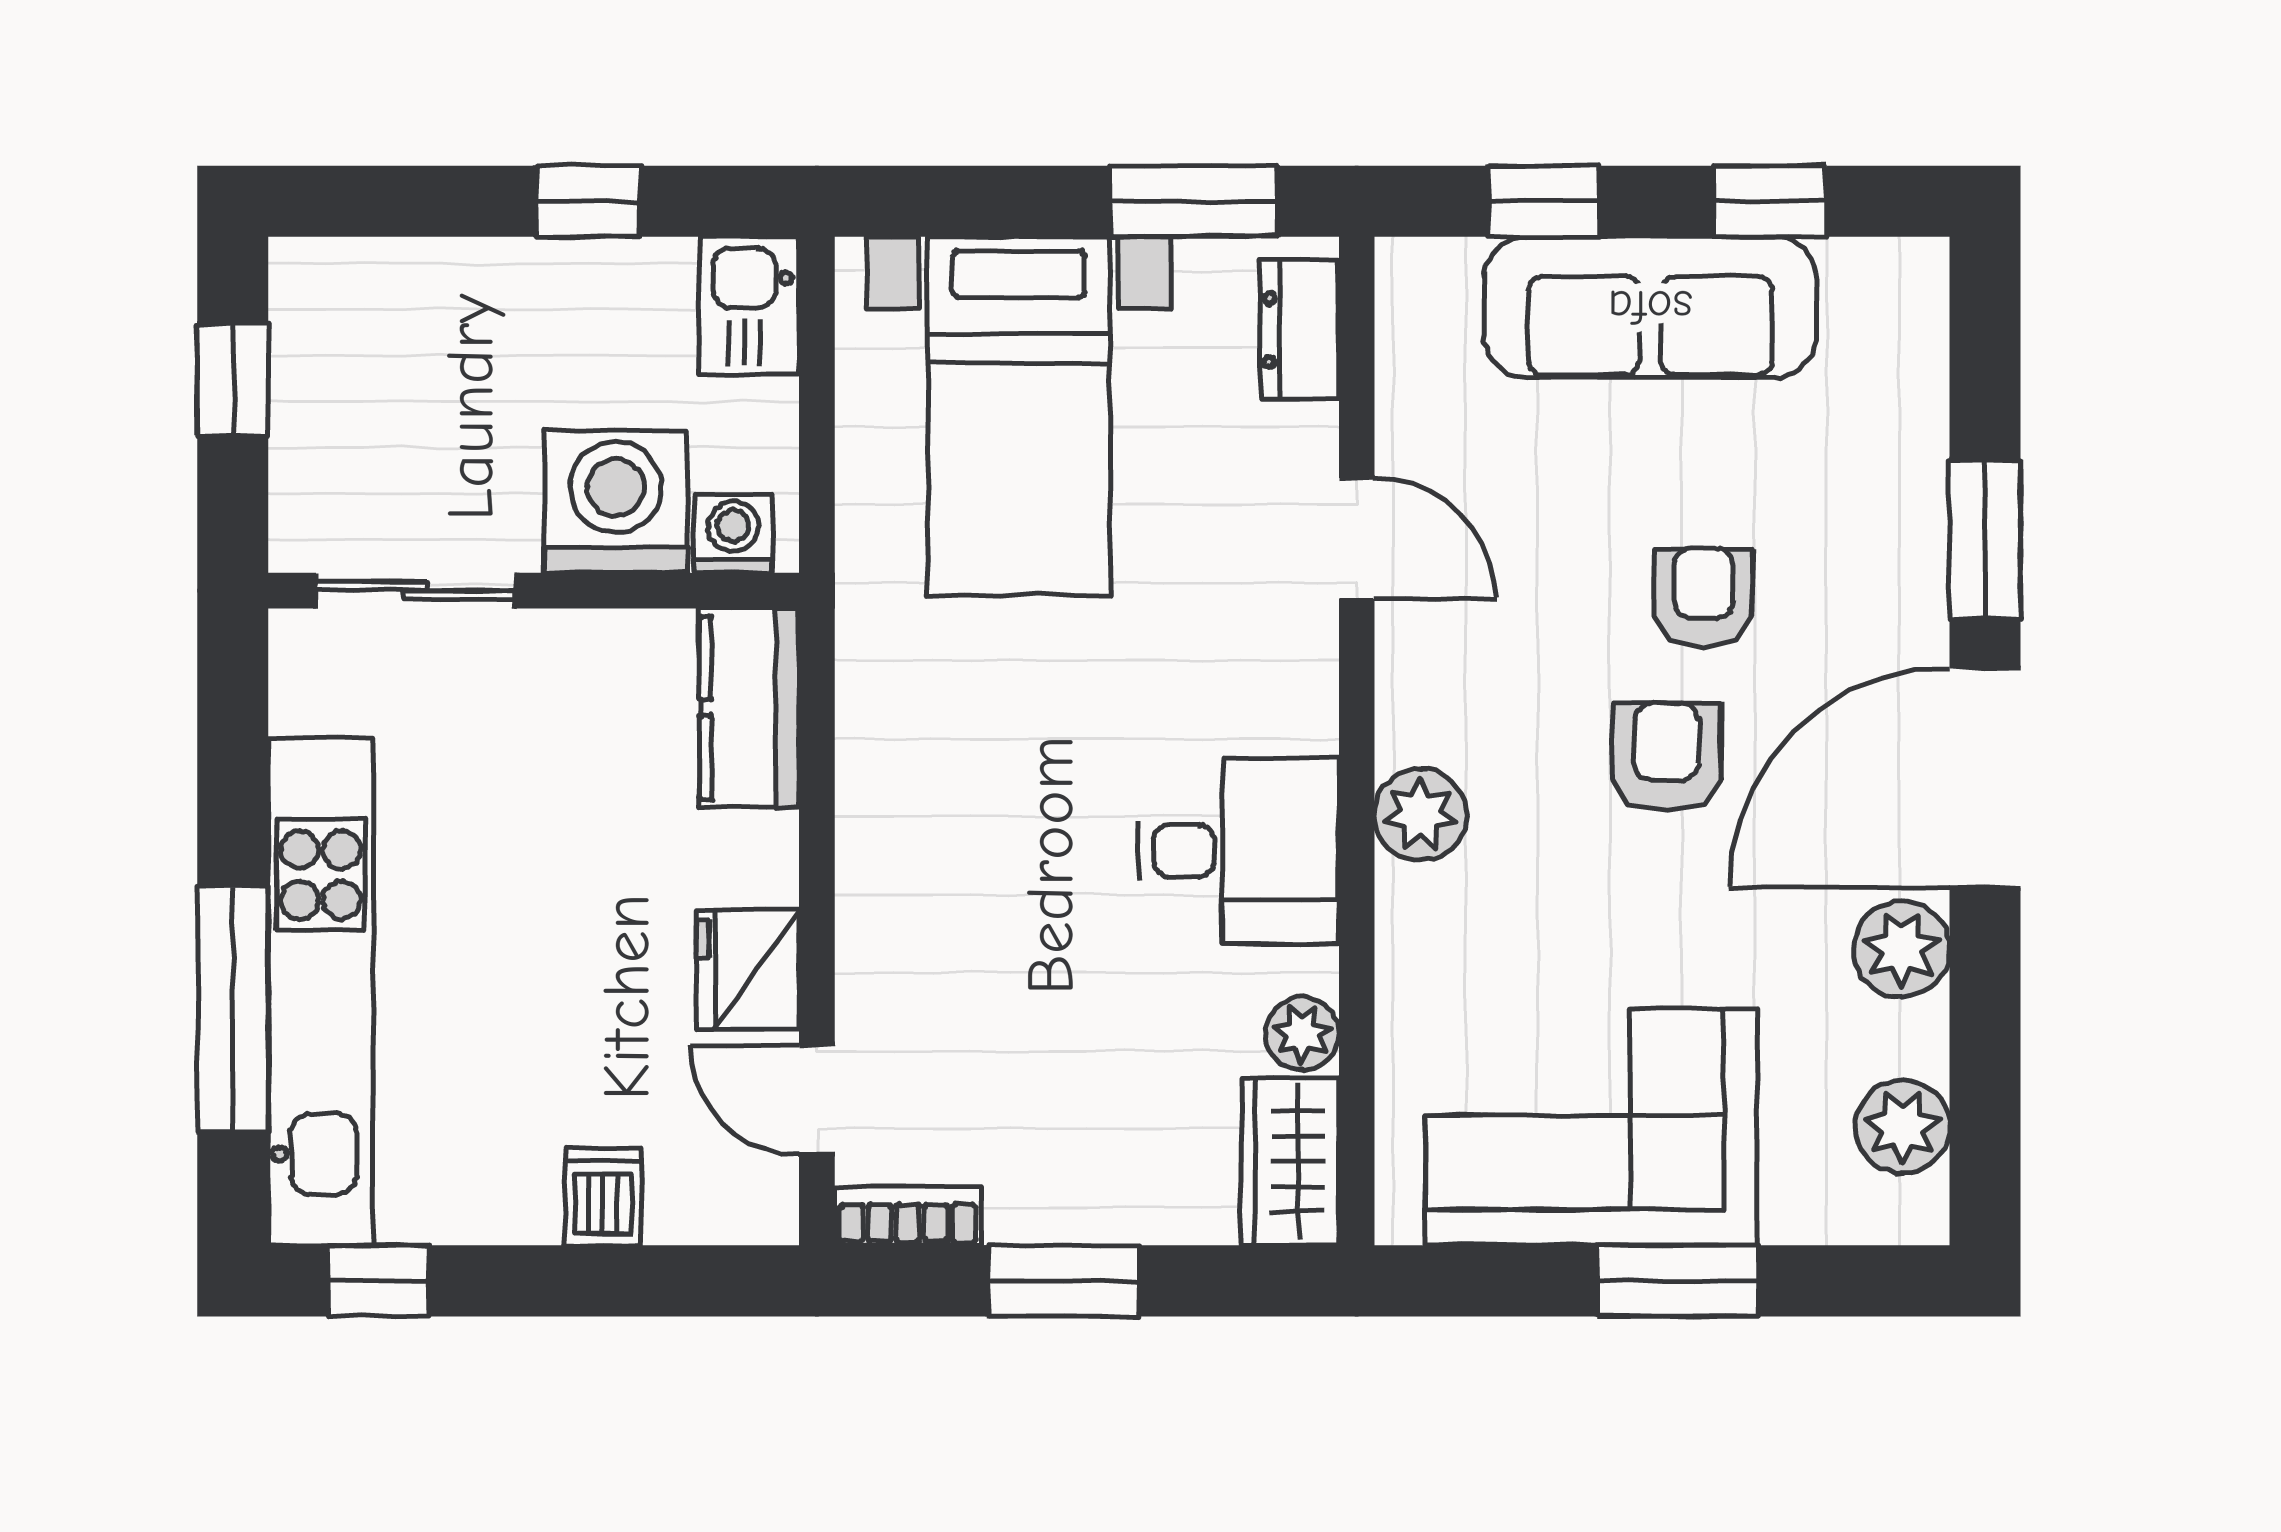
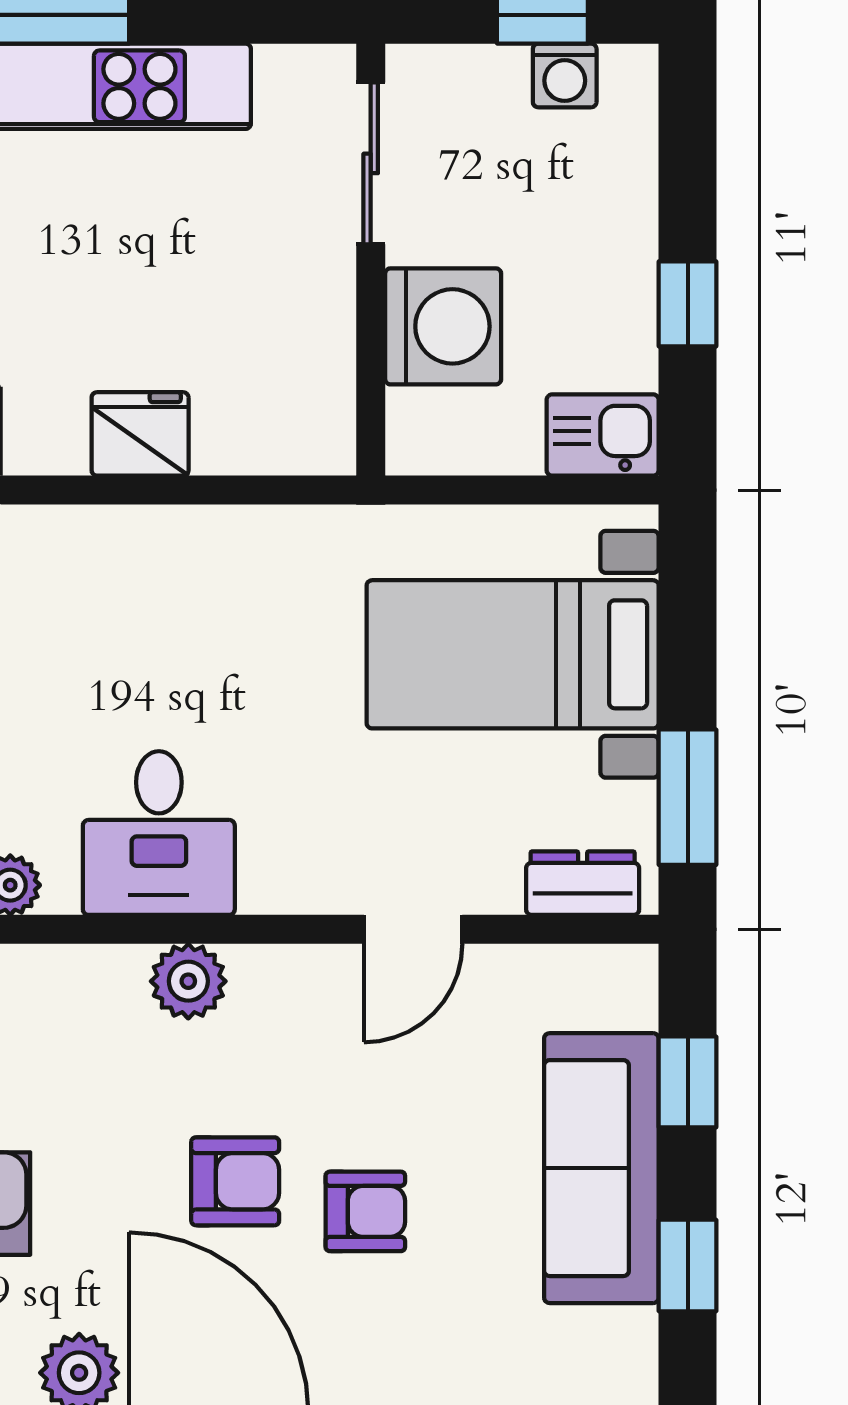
washing machine: (733, 534) -> (565, 75), moved, turned 90
kitchen counter: (749, 708) -> (275, 435), removed
fridge: (748, 969) -> (140, 434), moved

